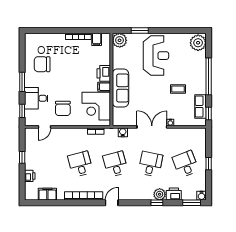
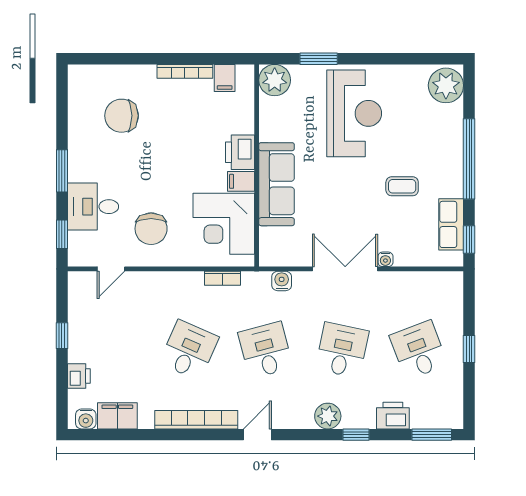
chair: (42, 64) -> (122, 116), moved
desk: (80, 164) -> (189, 350), turned 39
plant: (160, 194) -> (328, 416), moved
water cooler: (201, 196) -> (86, 419), moved

